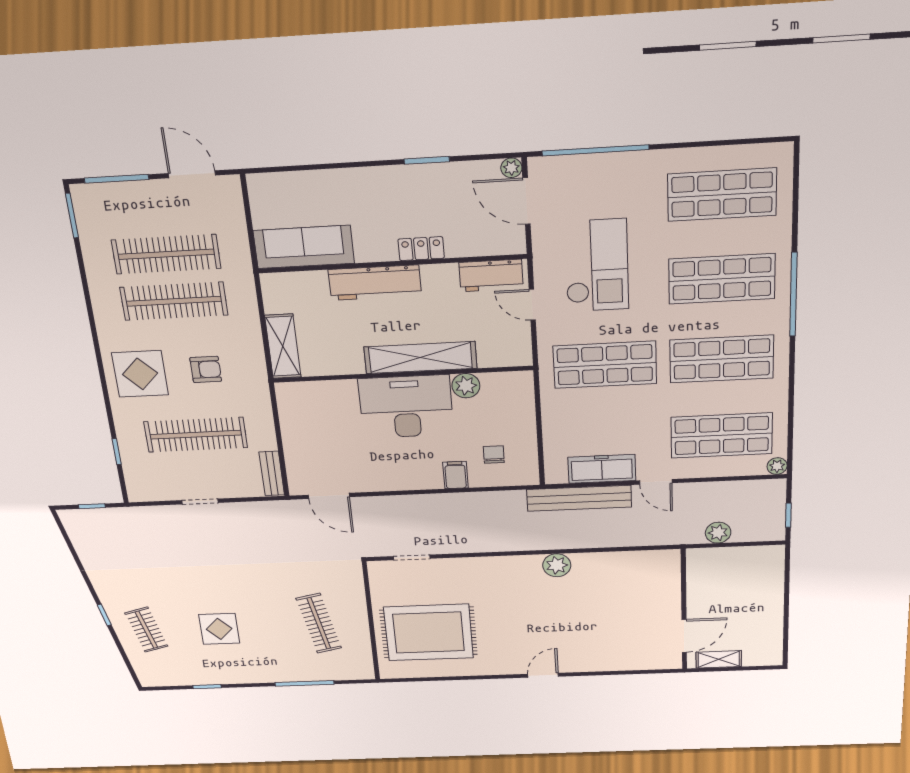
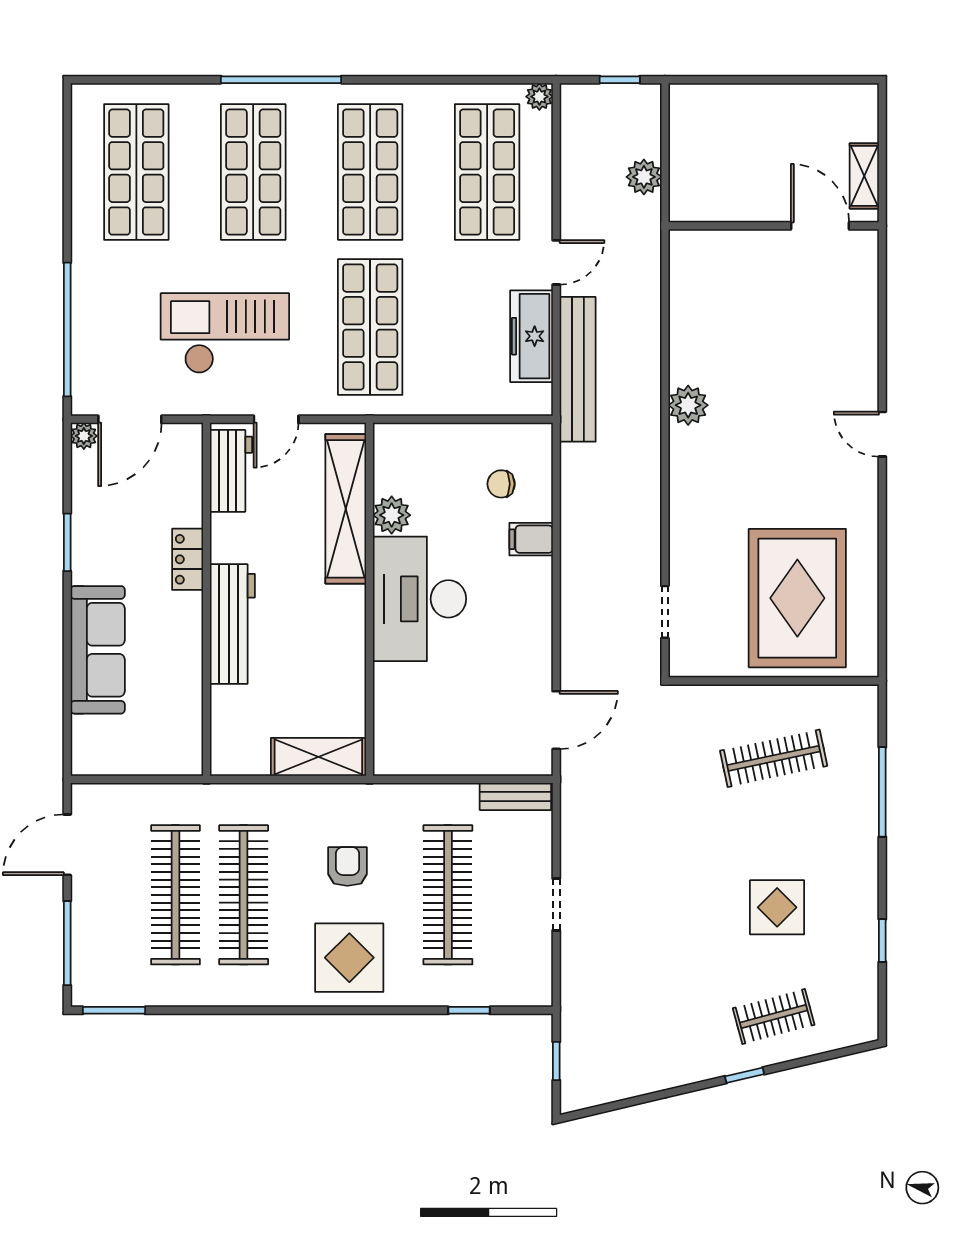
sofa: (304, 247) -> (98, 650), moved, turned 180
shelving: (420, 358) -> (346, 509), moved

